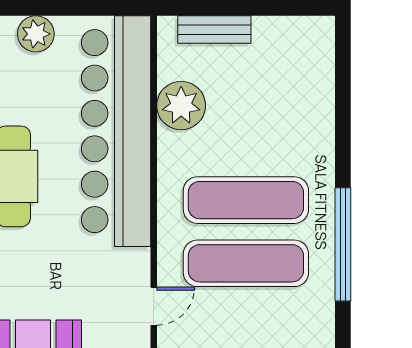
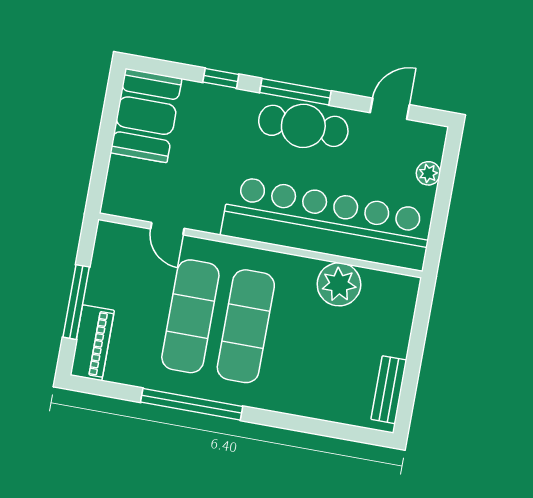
bench: (214, 30) -> (389, 390), moved
plant: (36, 34) -> (428, 173), width x0.73, depth x0.73

